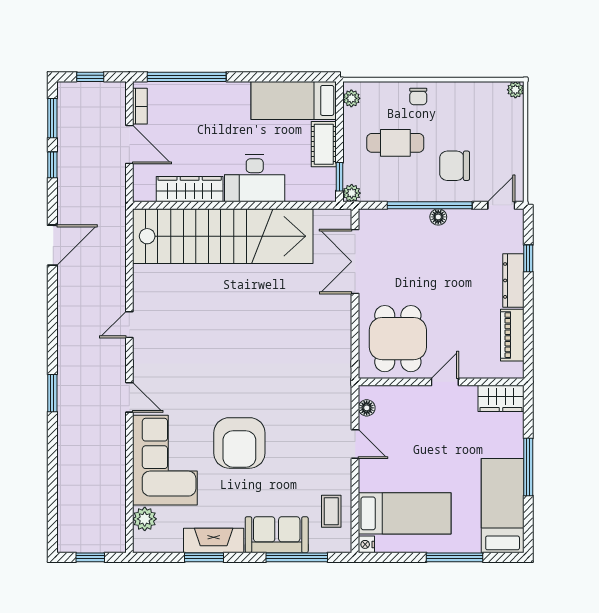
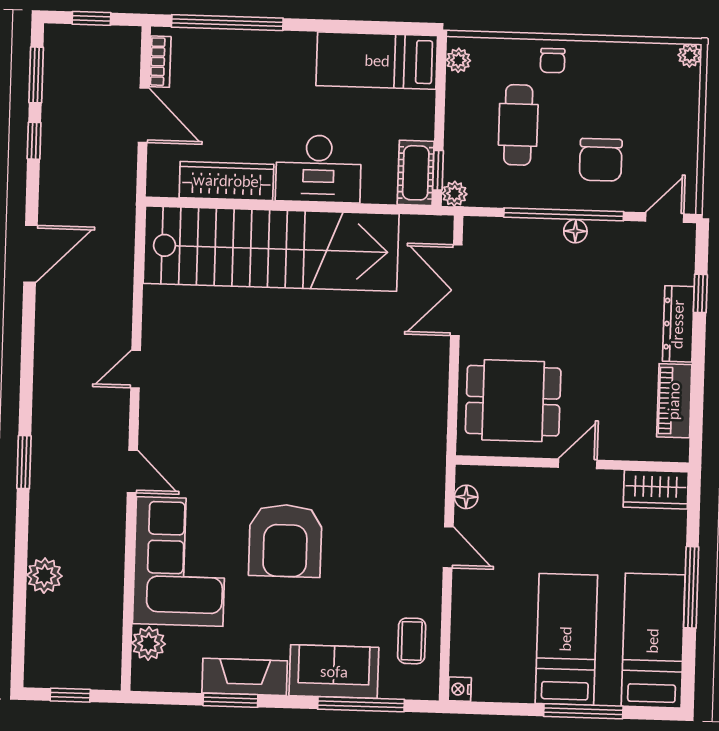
cafe table: (395, 143) -> (518, 125), turned 90
cot: (324, 144) -> (416, 173), moved
chair: (455, 166) -> (601, 160), turned -90
dining table: (398, 339) -> (513, 401), turned 90
plant: (69, 473) -> (44, 576), added
bed: (405, 513) -> (566, 639), moved, turned -90

